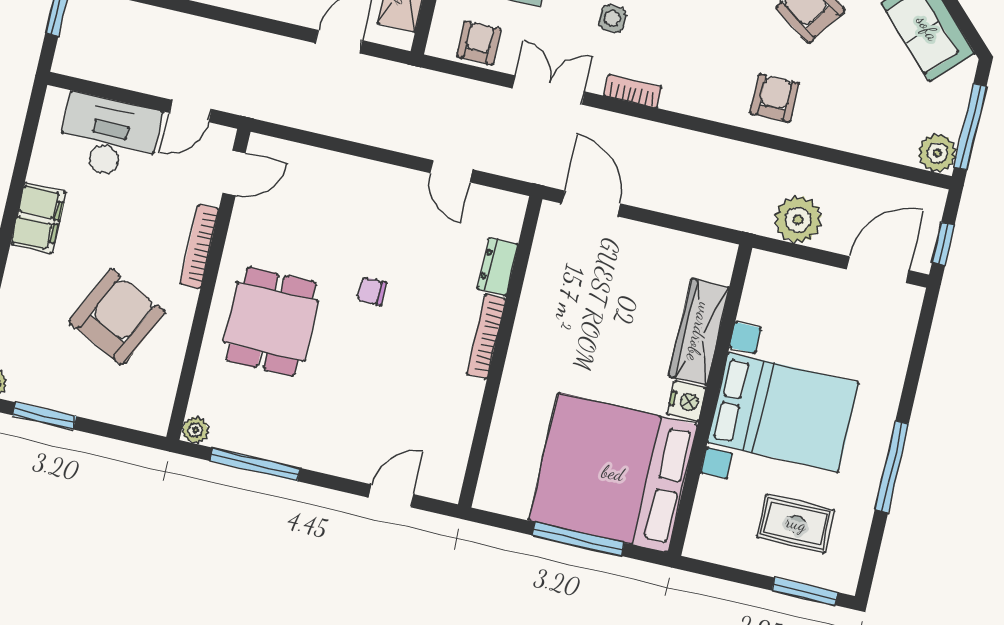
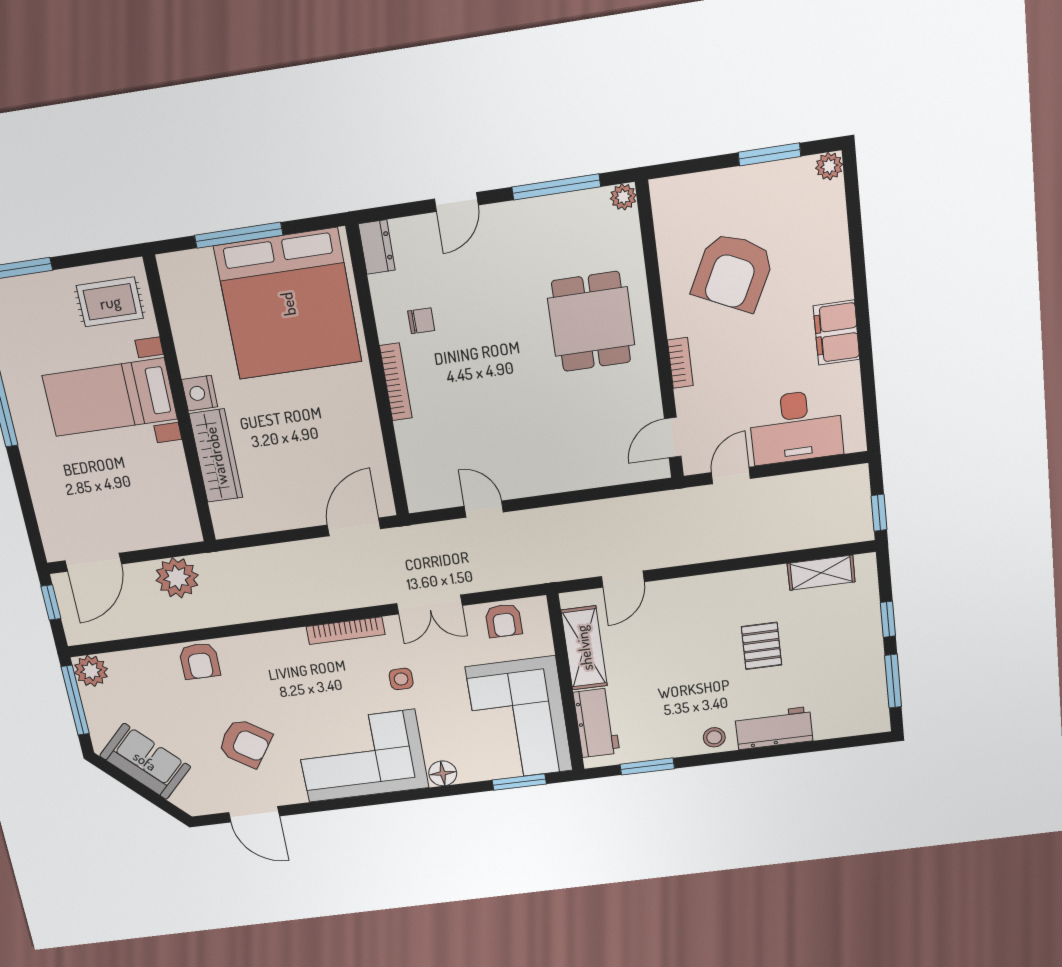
bookcase: (633, 91) -> (346, 631), width x1.56
armchair: (775, 98) -> (200, 661), moved
door: (591, 203) -> (354, 527), swing flipped
bookcase: (199, 247) -> (680, 363), width x0.64
dresser: (498, 267) -> (377, 247), moved
chair: (372, 291) -> (421, 321), moved
bed with nightstands: (783, 412) -> (110, 397), width x0.73
bed: (613, 473) -> (288, 304), moved, turned 90
door: (391, 496) -> (456, 202), moved
rug: (796, 523) -> (110, 302), moved

